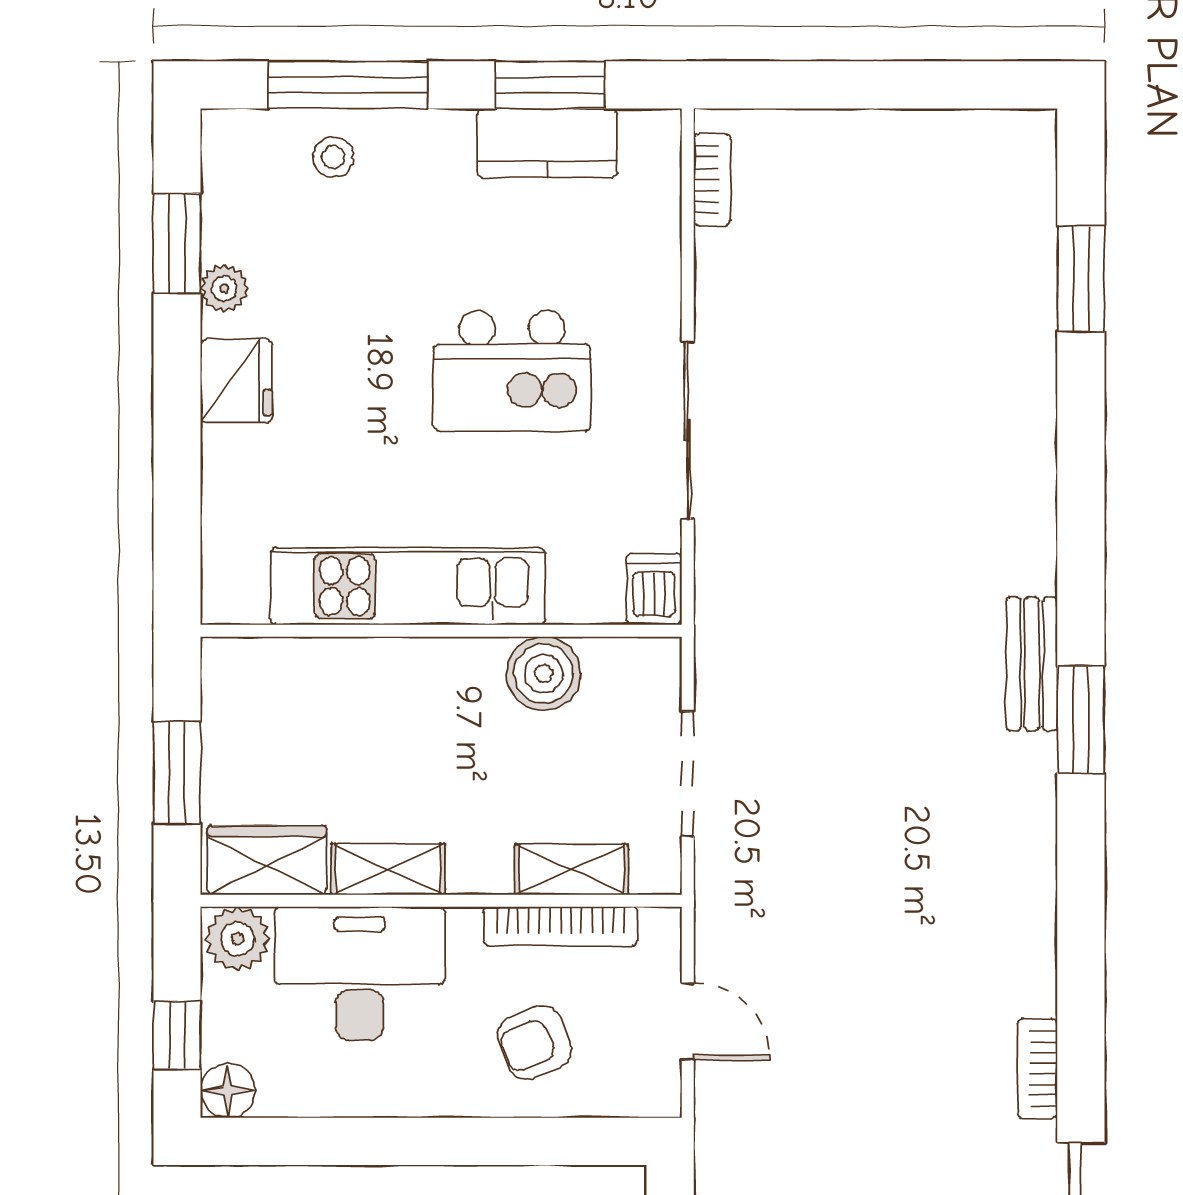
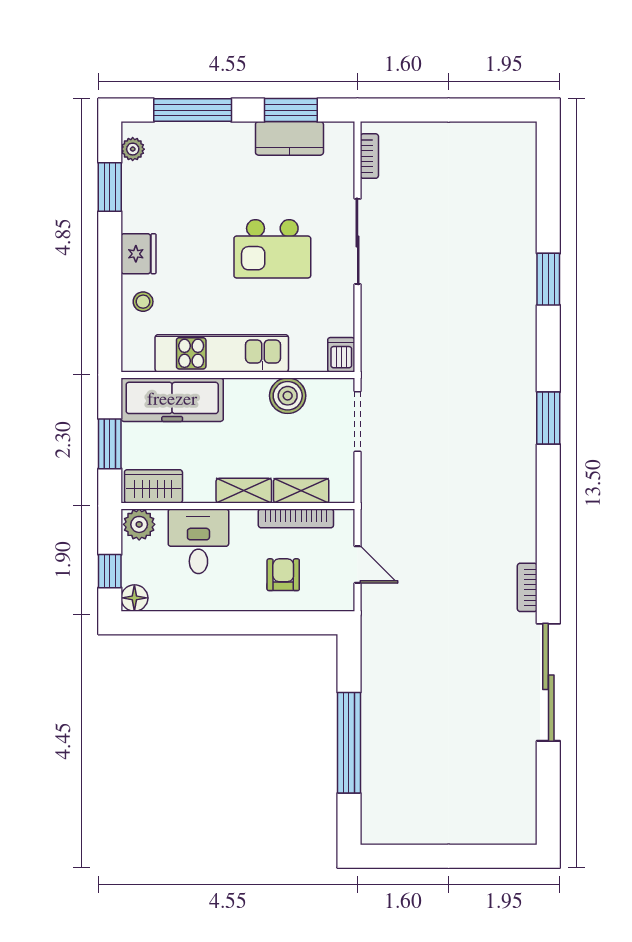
stool: (333, 157) -> (143, 302), moved
window: (1081, 279) -> (548, 279), moved
plant: (224, 288) -> (133, 149), moved
sliding door: (688, 431) -> (358, 241), moved
bench: (1032, 664) -> (525, 391), removed
freezer: (306, 682) -> (172, 400), added
doorway: (688, 774) -> (358, 422), moved
shelving: (388, 869) -> (244, 491), moved
desk: (360, 973) -> (198, 541), width x0.73
armchair: (534, 1043) -> (283, 575), turned 113

